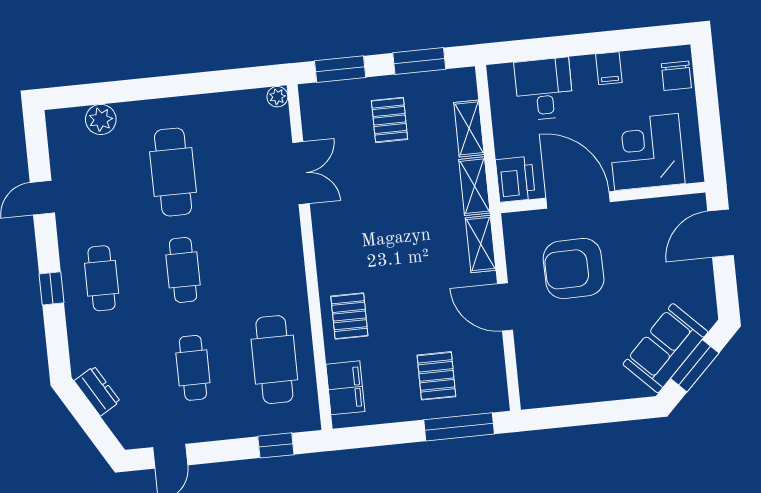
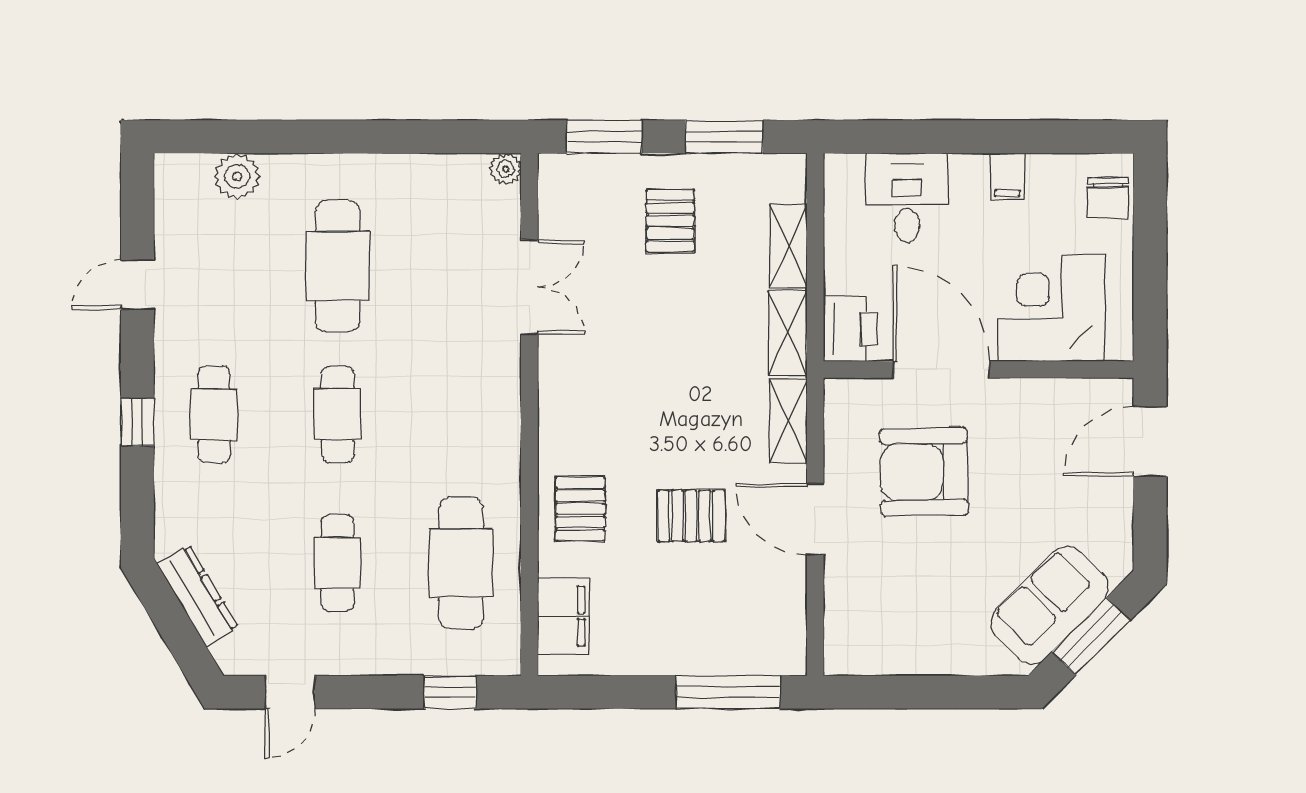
pallet: (436, 376) -> (691, 516), moved, turned 90
dresser: (97, 391) -> (198, 596), width x1.44

